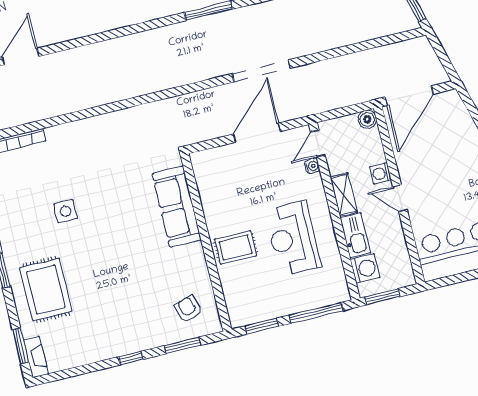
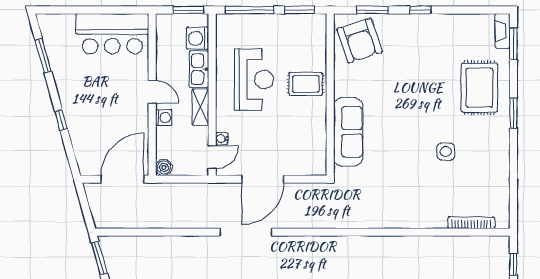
armchair: (188, 309) -> (360, 40), width x1.88, depth x1.88

